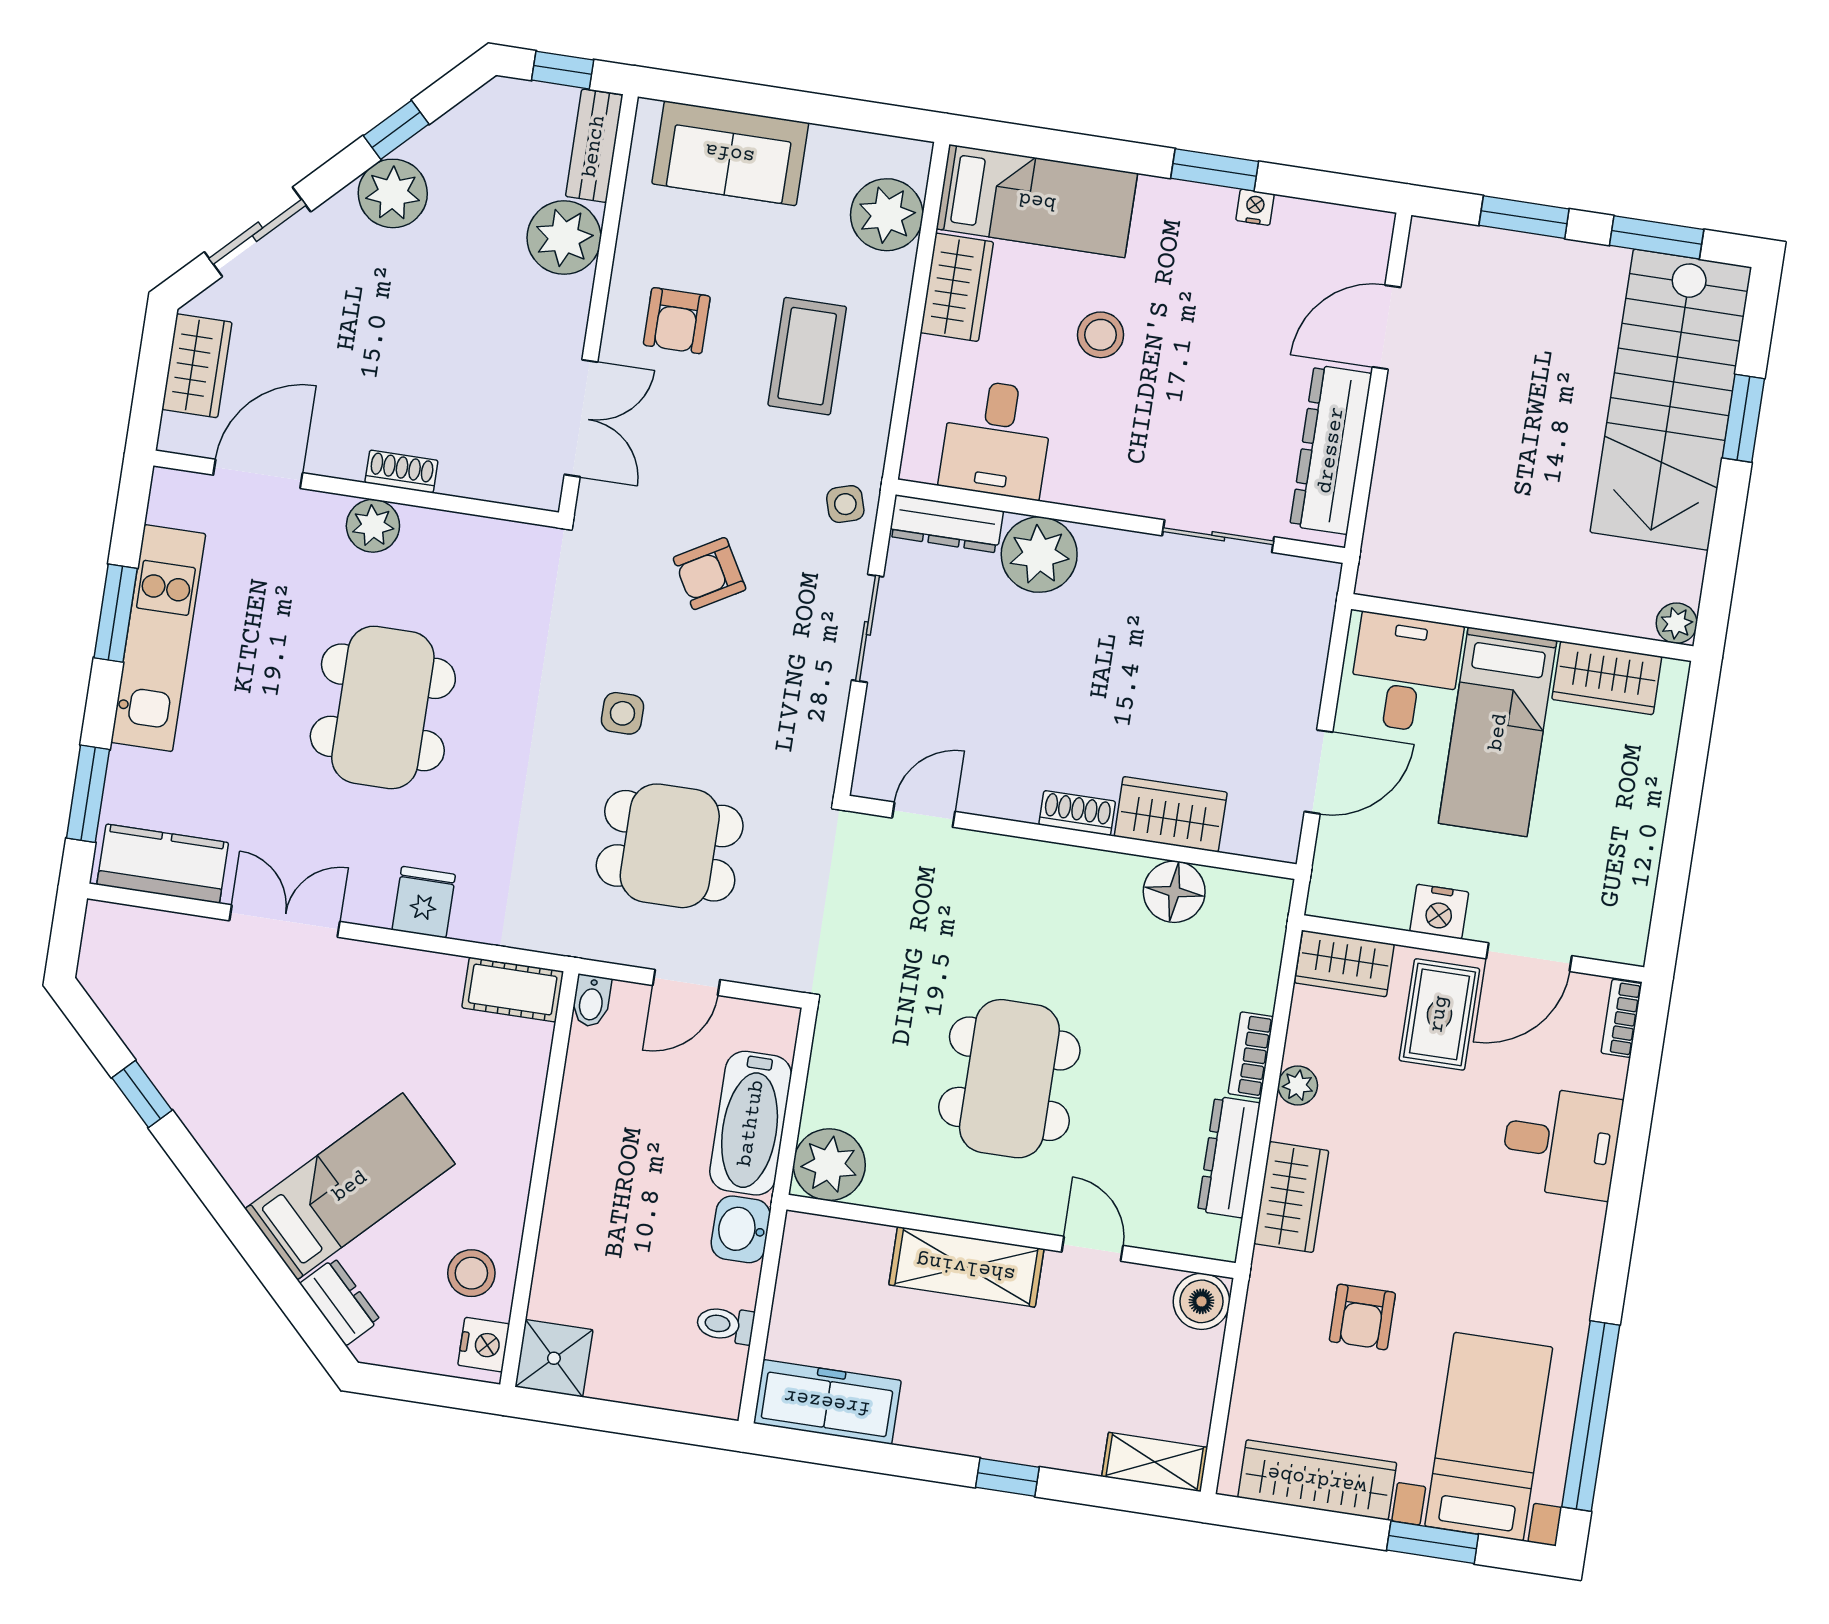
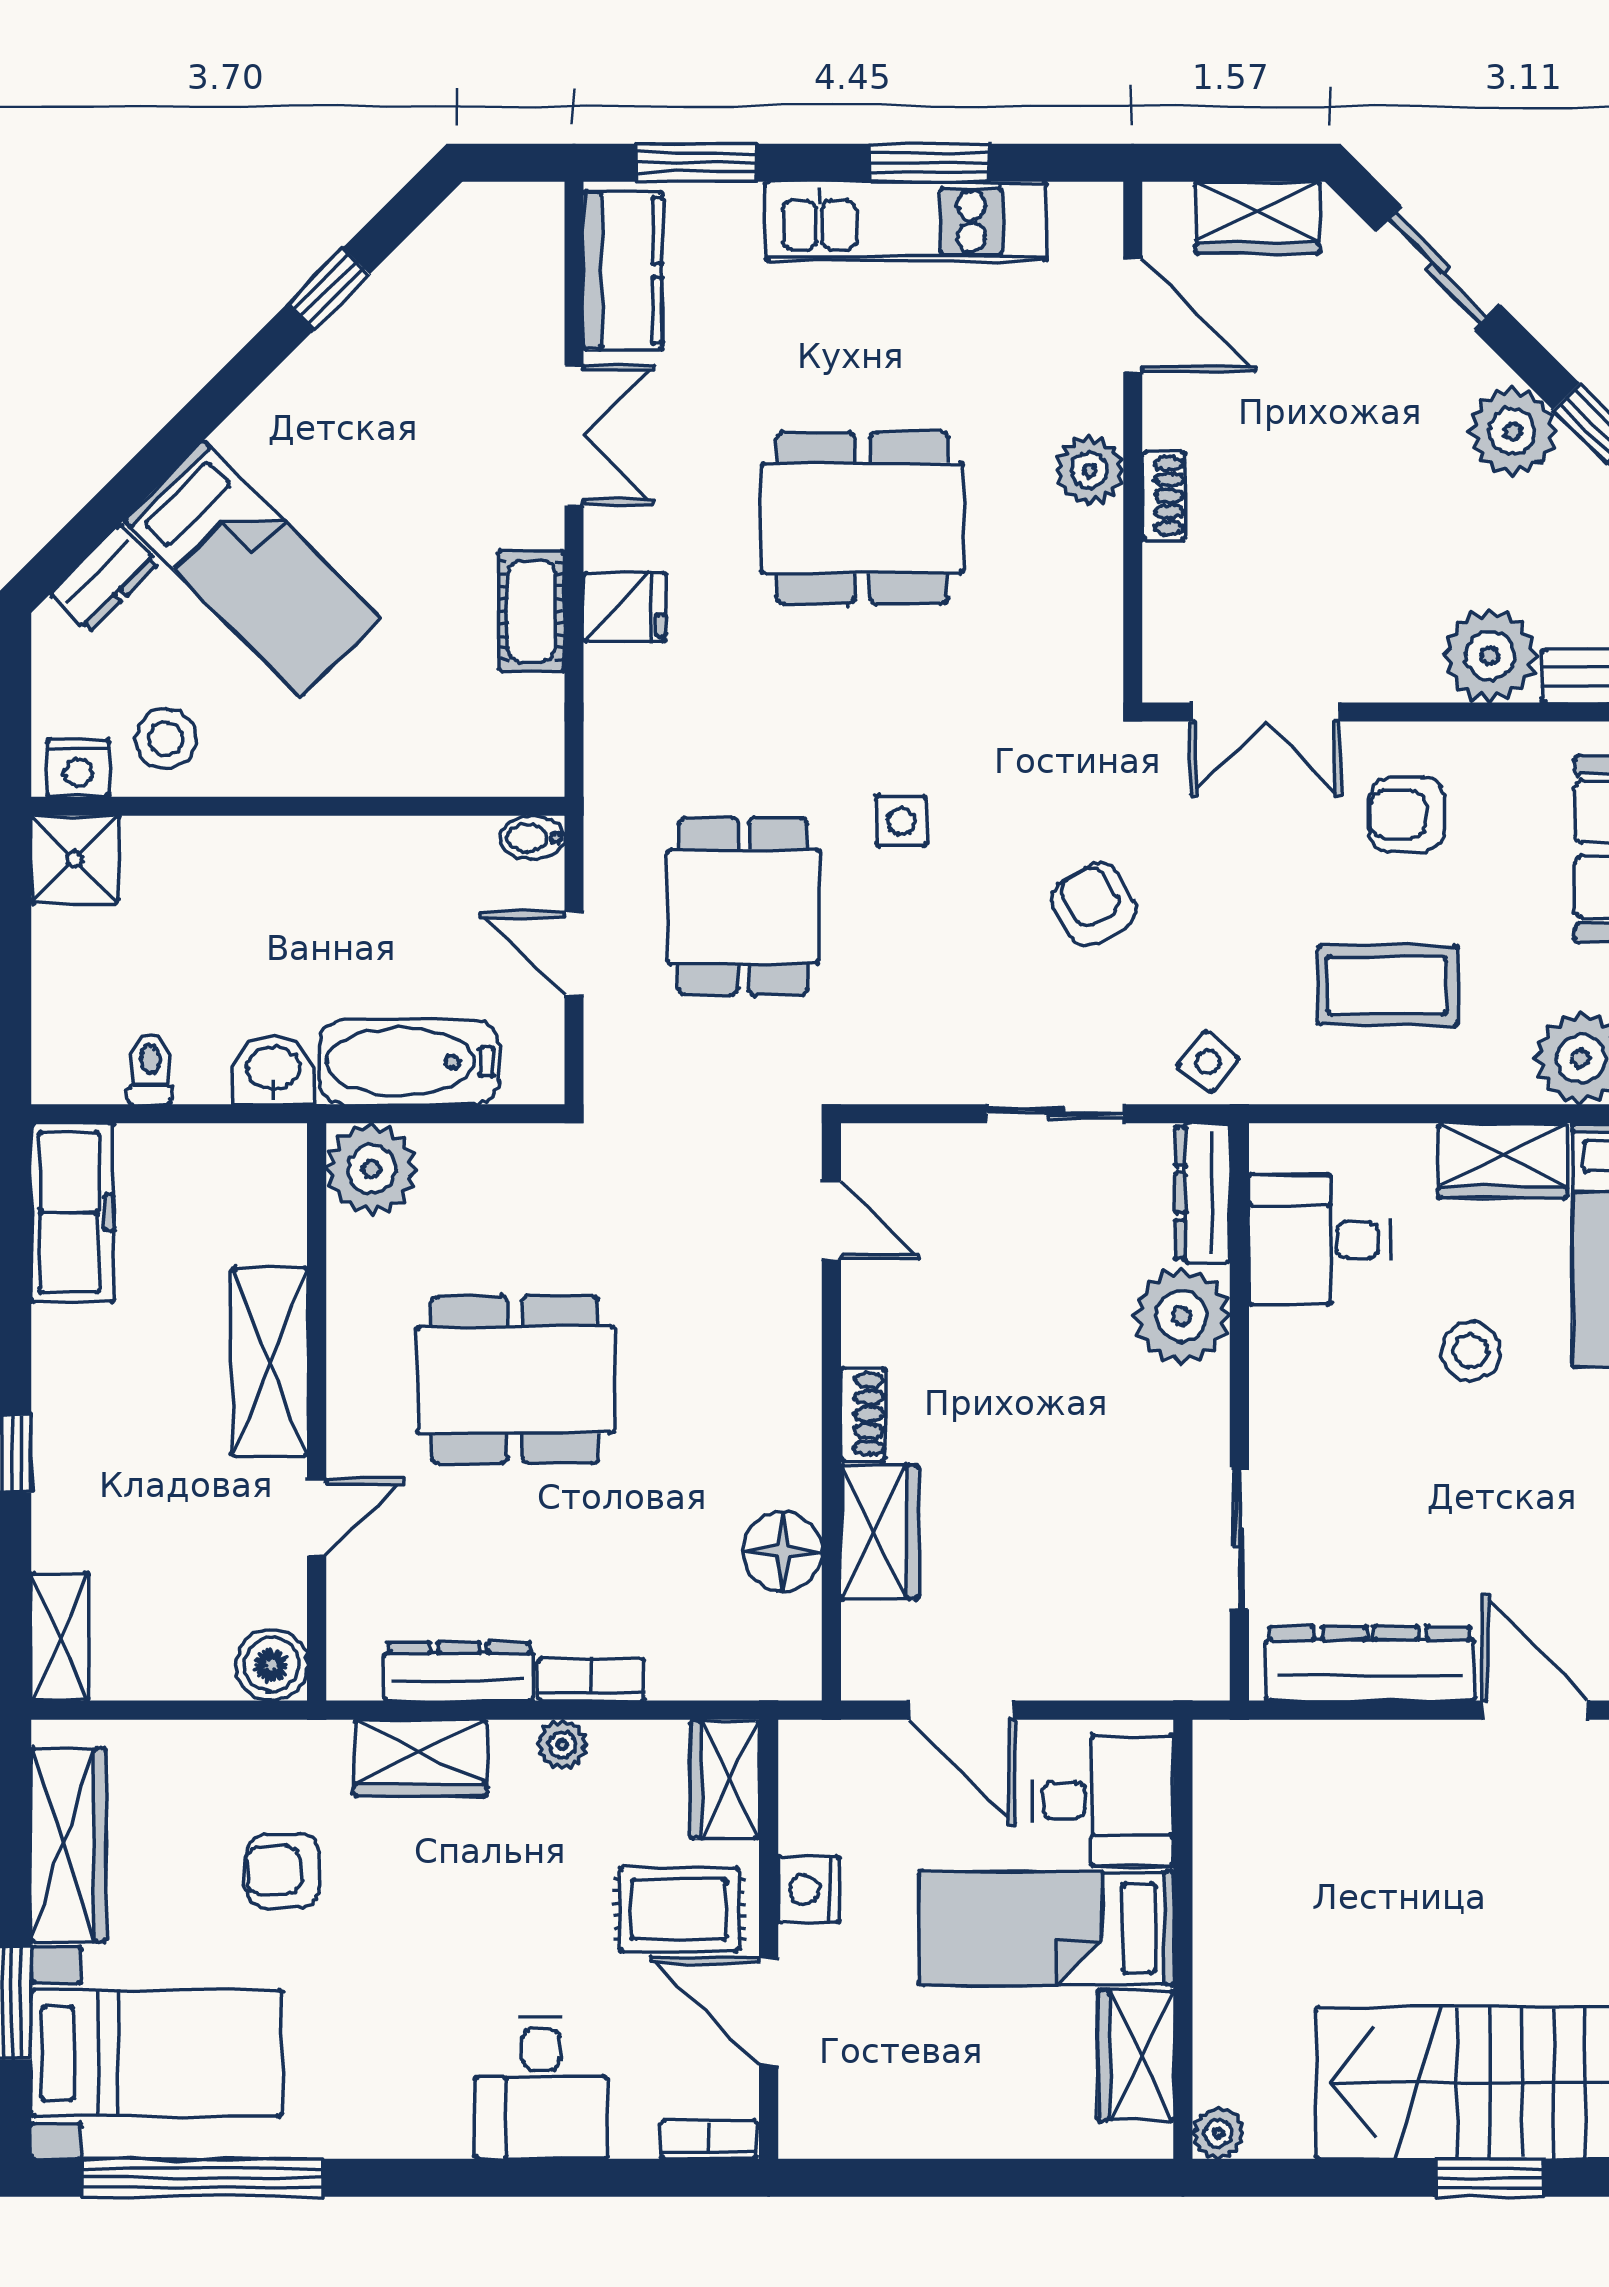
side table: (845, 504) -> (1208, 1062), turned -35
cot: (513, 990) -> (532, 611), moved

